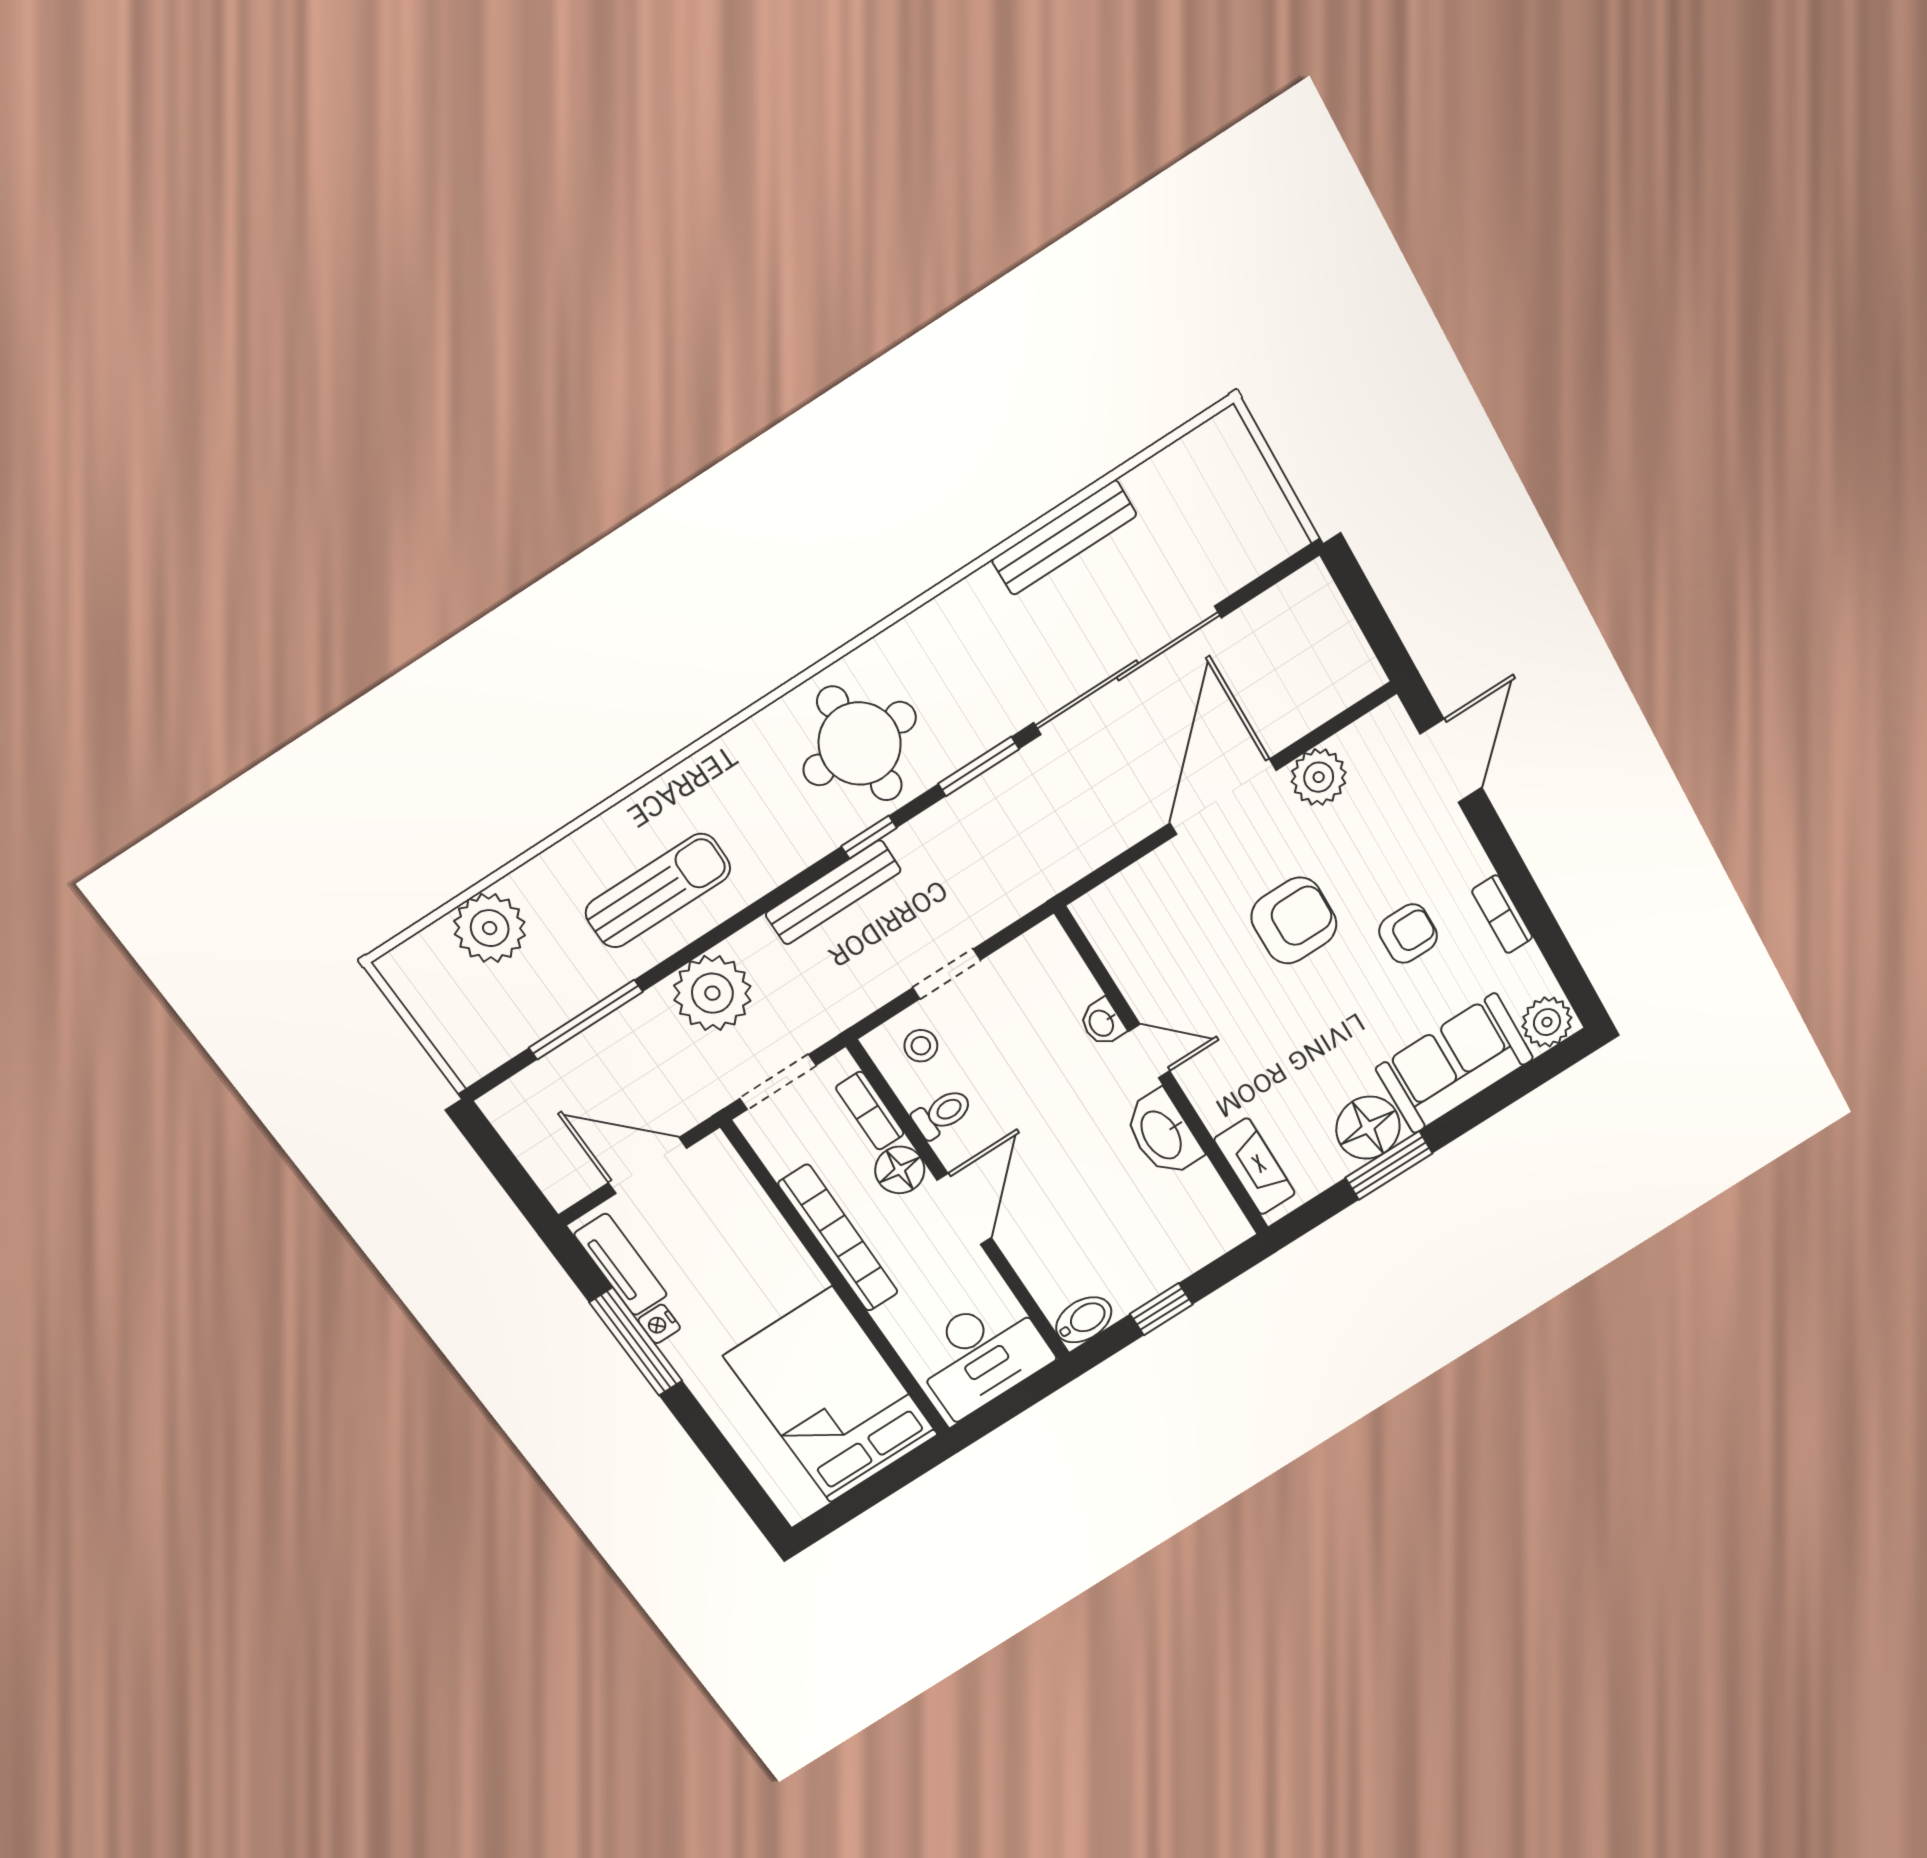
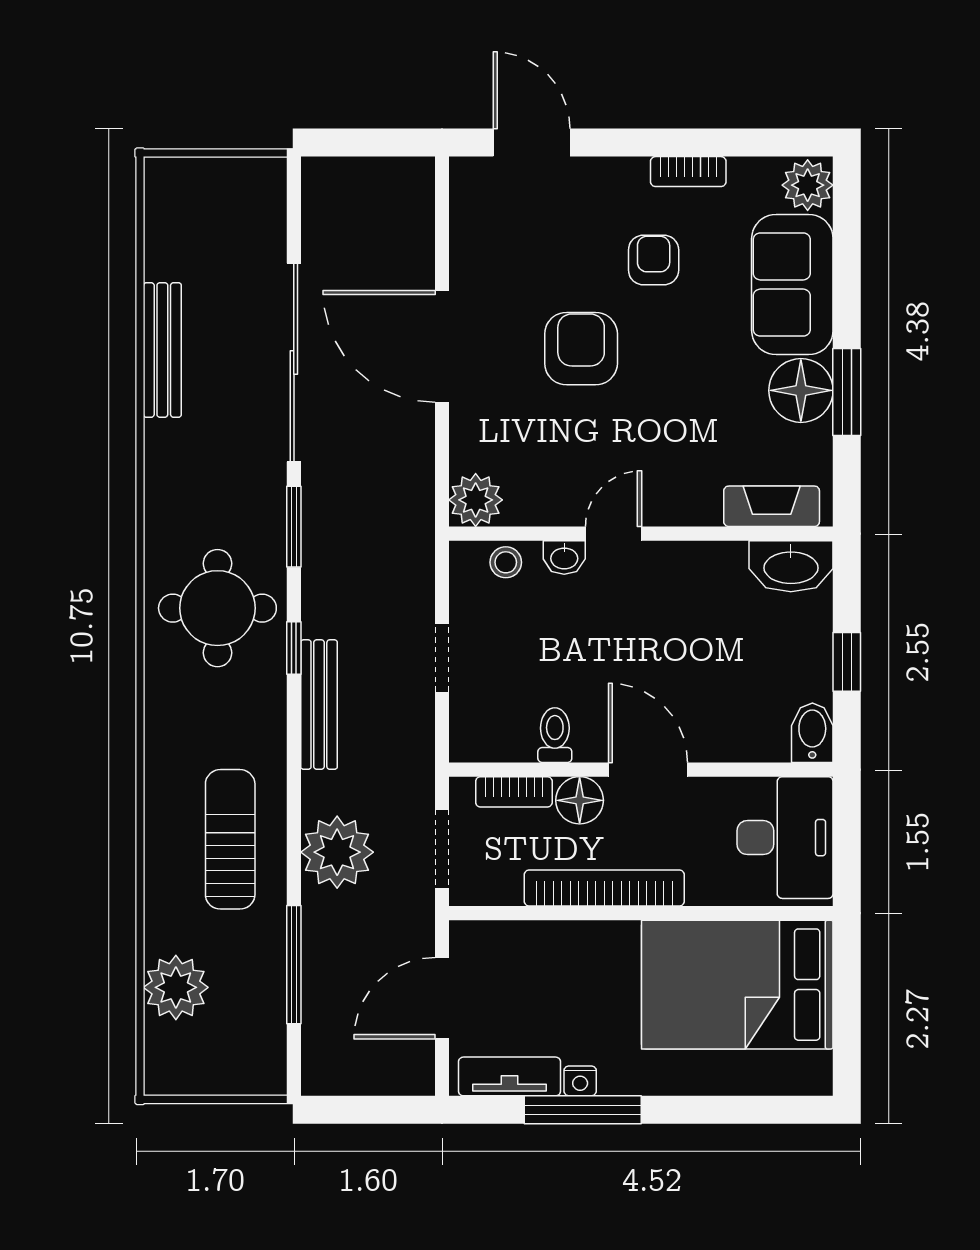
plant: (1319, 777) -> (476, 500), moved
stool: (921, 1046) -> (506, 562), moved
washbasin: (1162, 1134) -> (791, 566), moved

